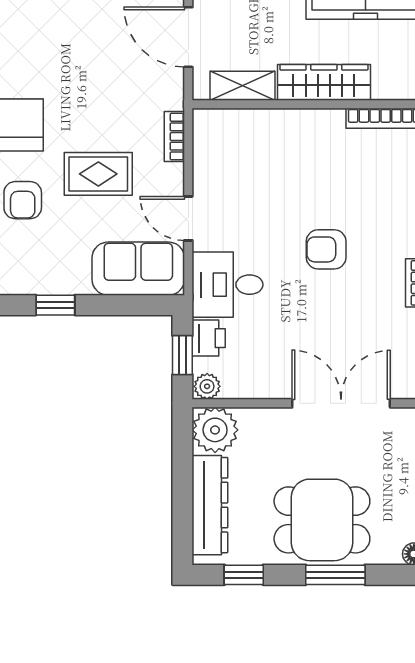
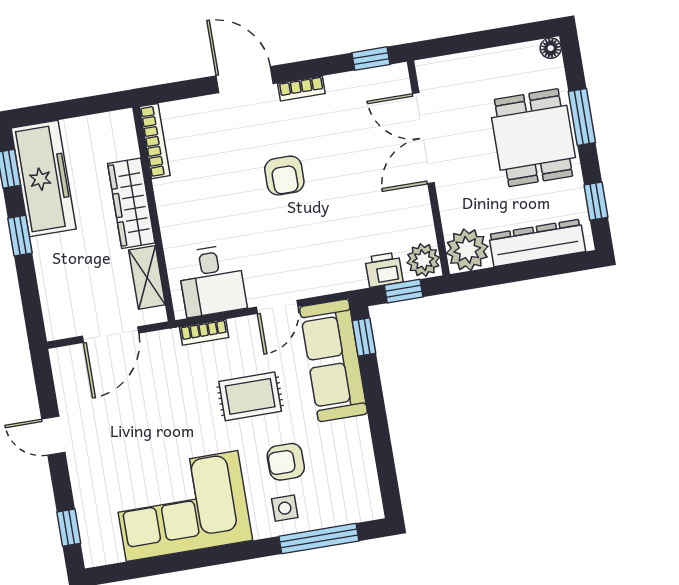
rug: (98, 174) -> (250, 396), turned 90
armchair: (23, 200) -> (286, 462), turned 180
sofa: (138, 269) -> (333, 360), width x1.36
desk: (228, 285) -> (212, 281), moved
window: (55, 305) -> (364, 337), moved
plant: (207, 386) -> (423, 260), width x1.38, depth x1.38

